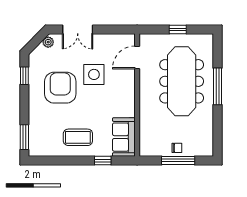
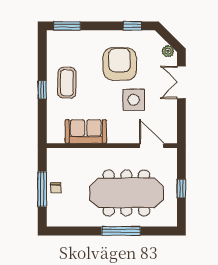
armchair: (60, 88) -> (120, 64), turned -91
sofa: (124, 137) -> (86, 132), moved
window: (103, 161) -> (42, 90), moved

